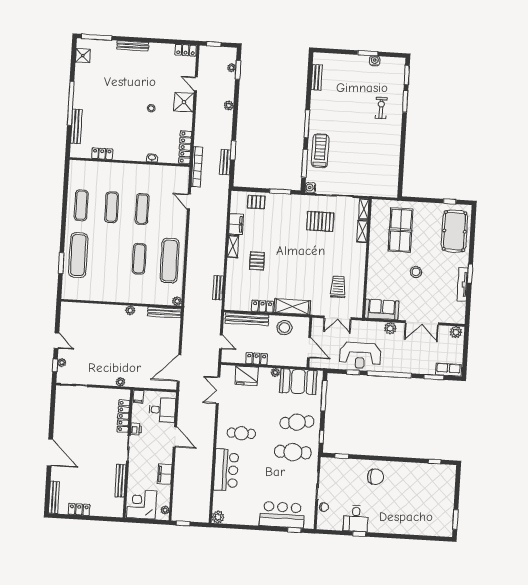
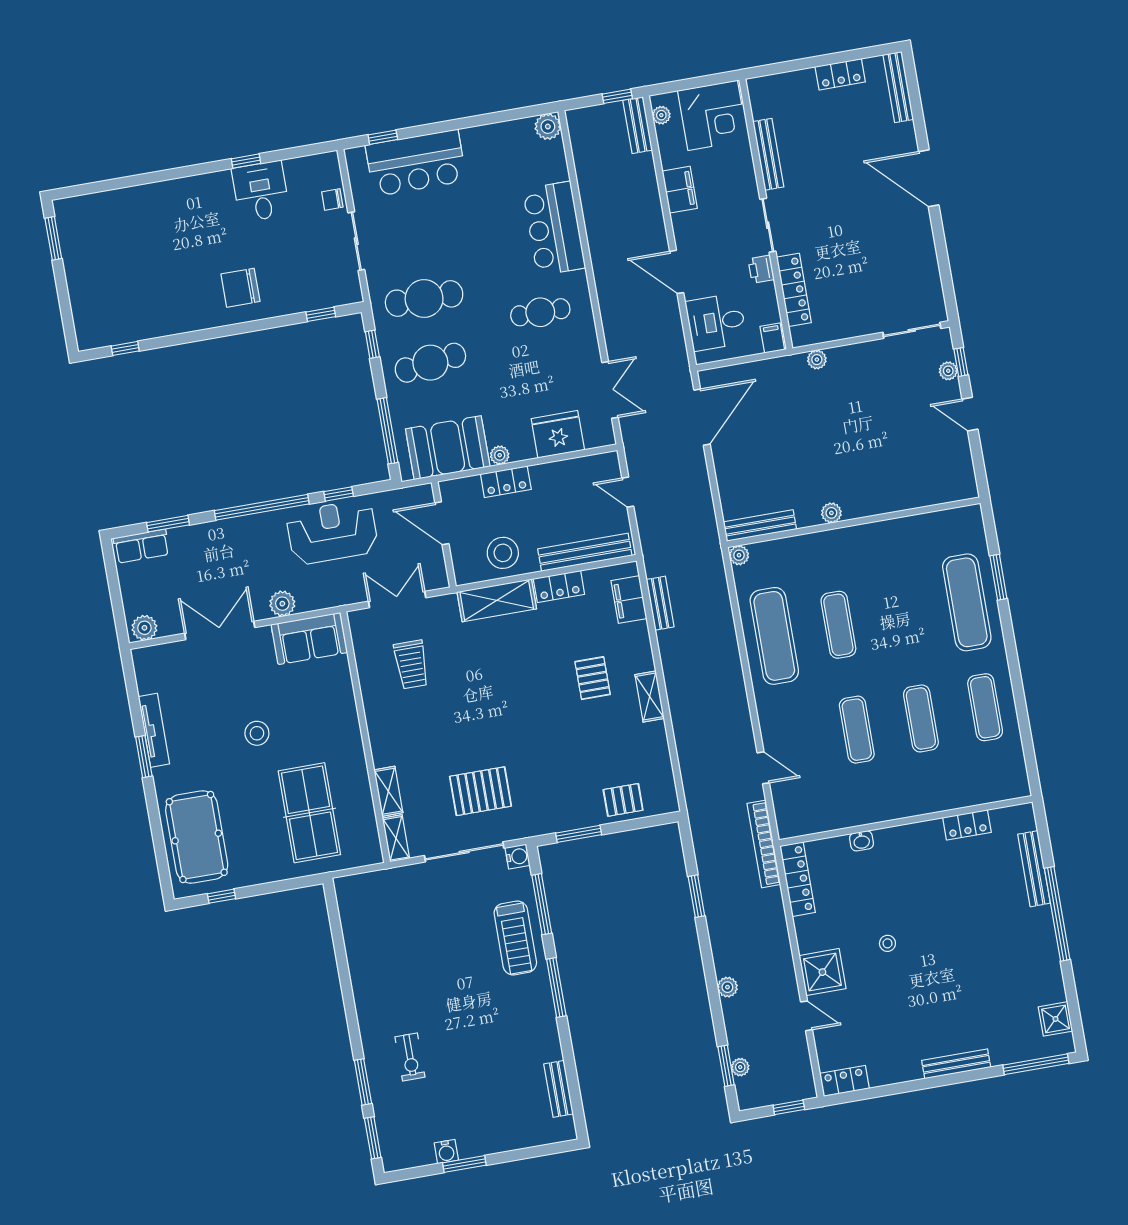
bench: (225, 162) -> (638, 125), moved
filing cabinet: (236, 224) -> (629, 600), moved
locker: (257, 359) -> (506, 482), moved

